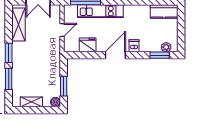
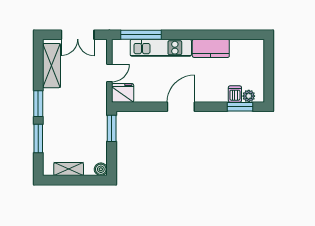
kitchen counter: (164, 12) -> (211, 48), moved
fridge: (88, 45) -> (123, 93), moved
dishwasher: (134, 46) -> (235, 94), moved
window: (64, 86) -> (112, 128), moved

